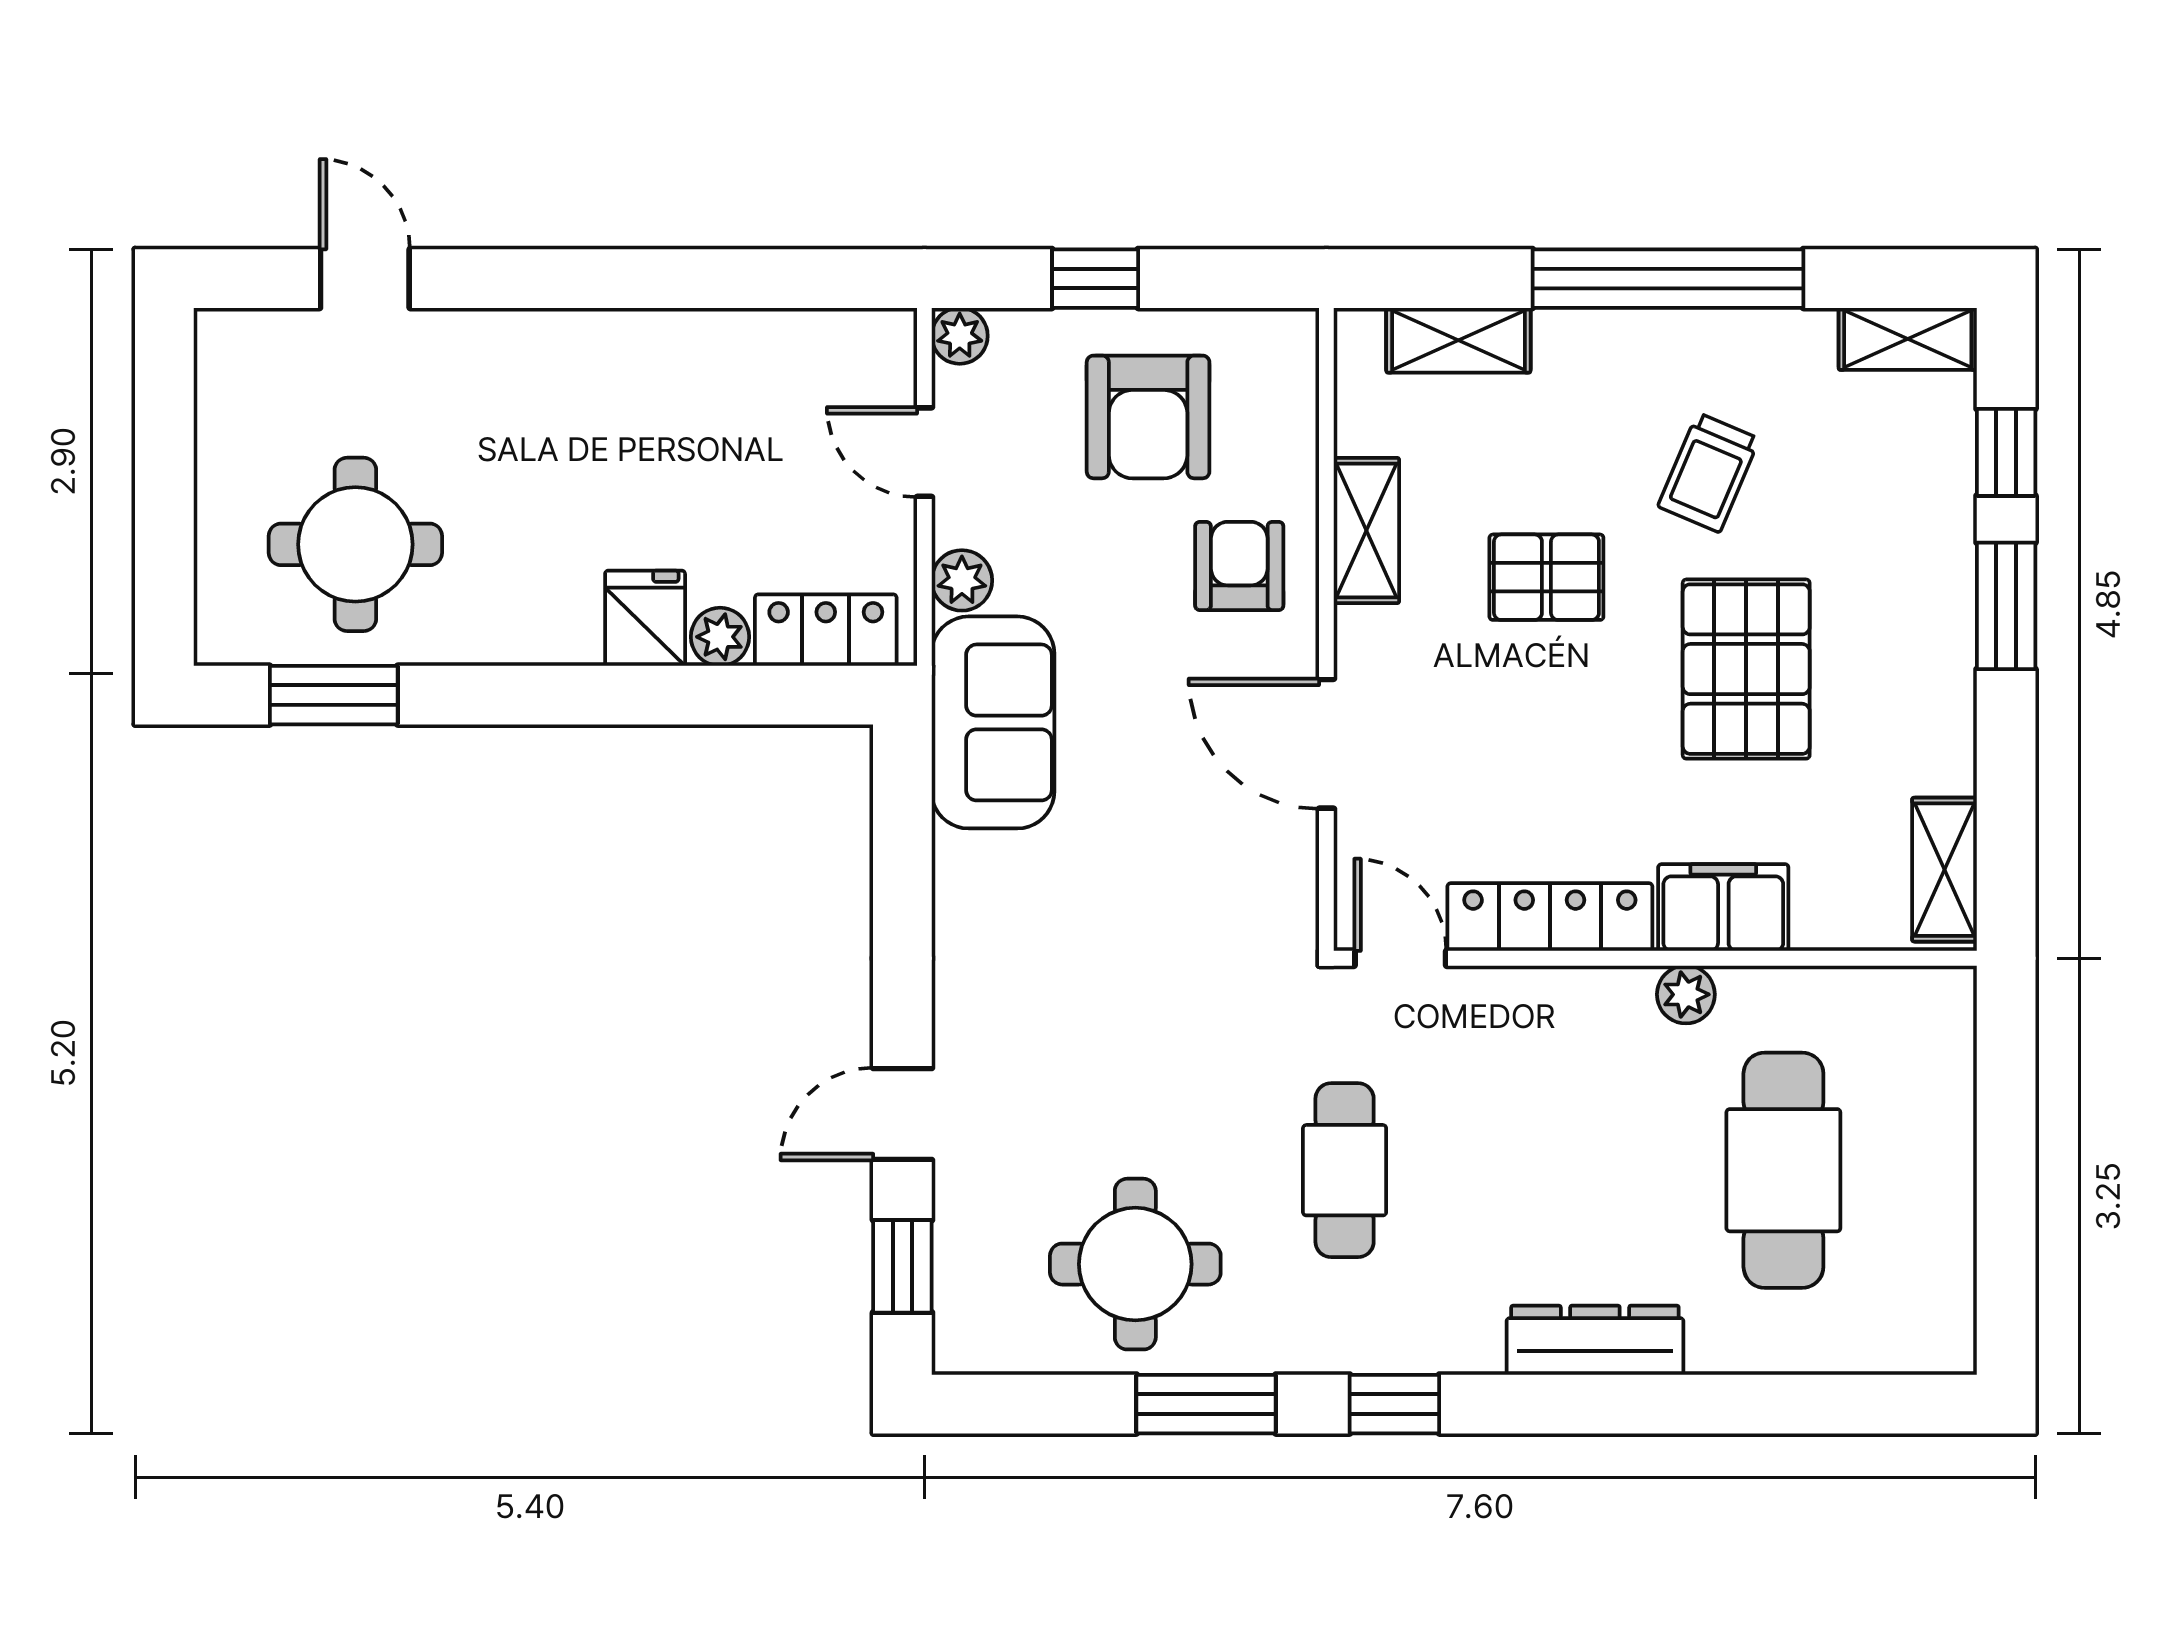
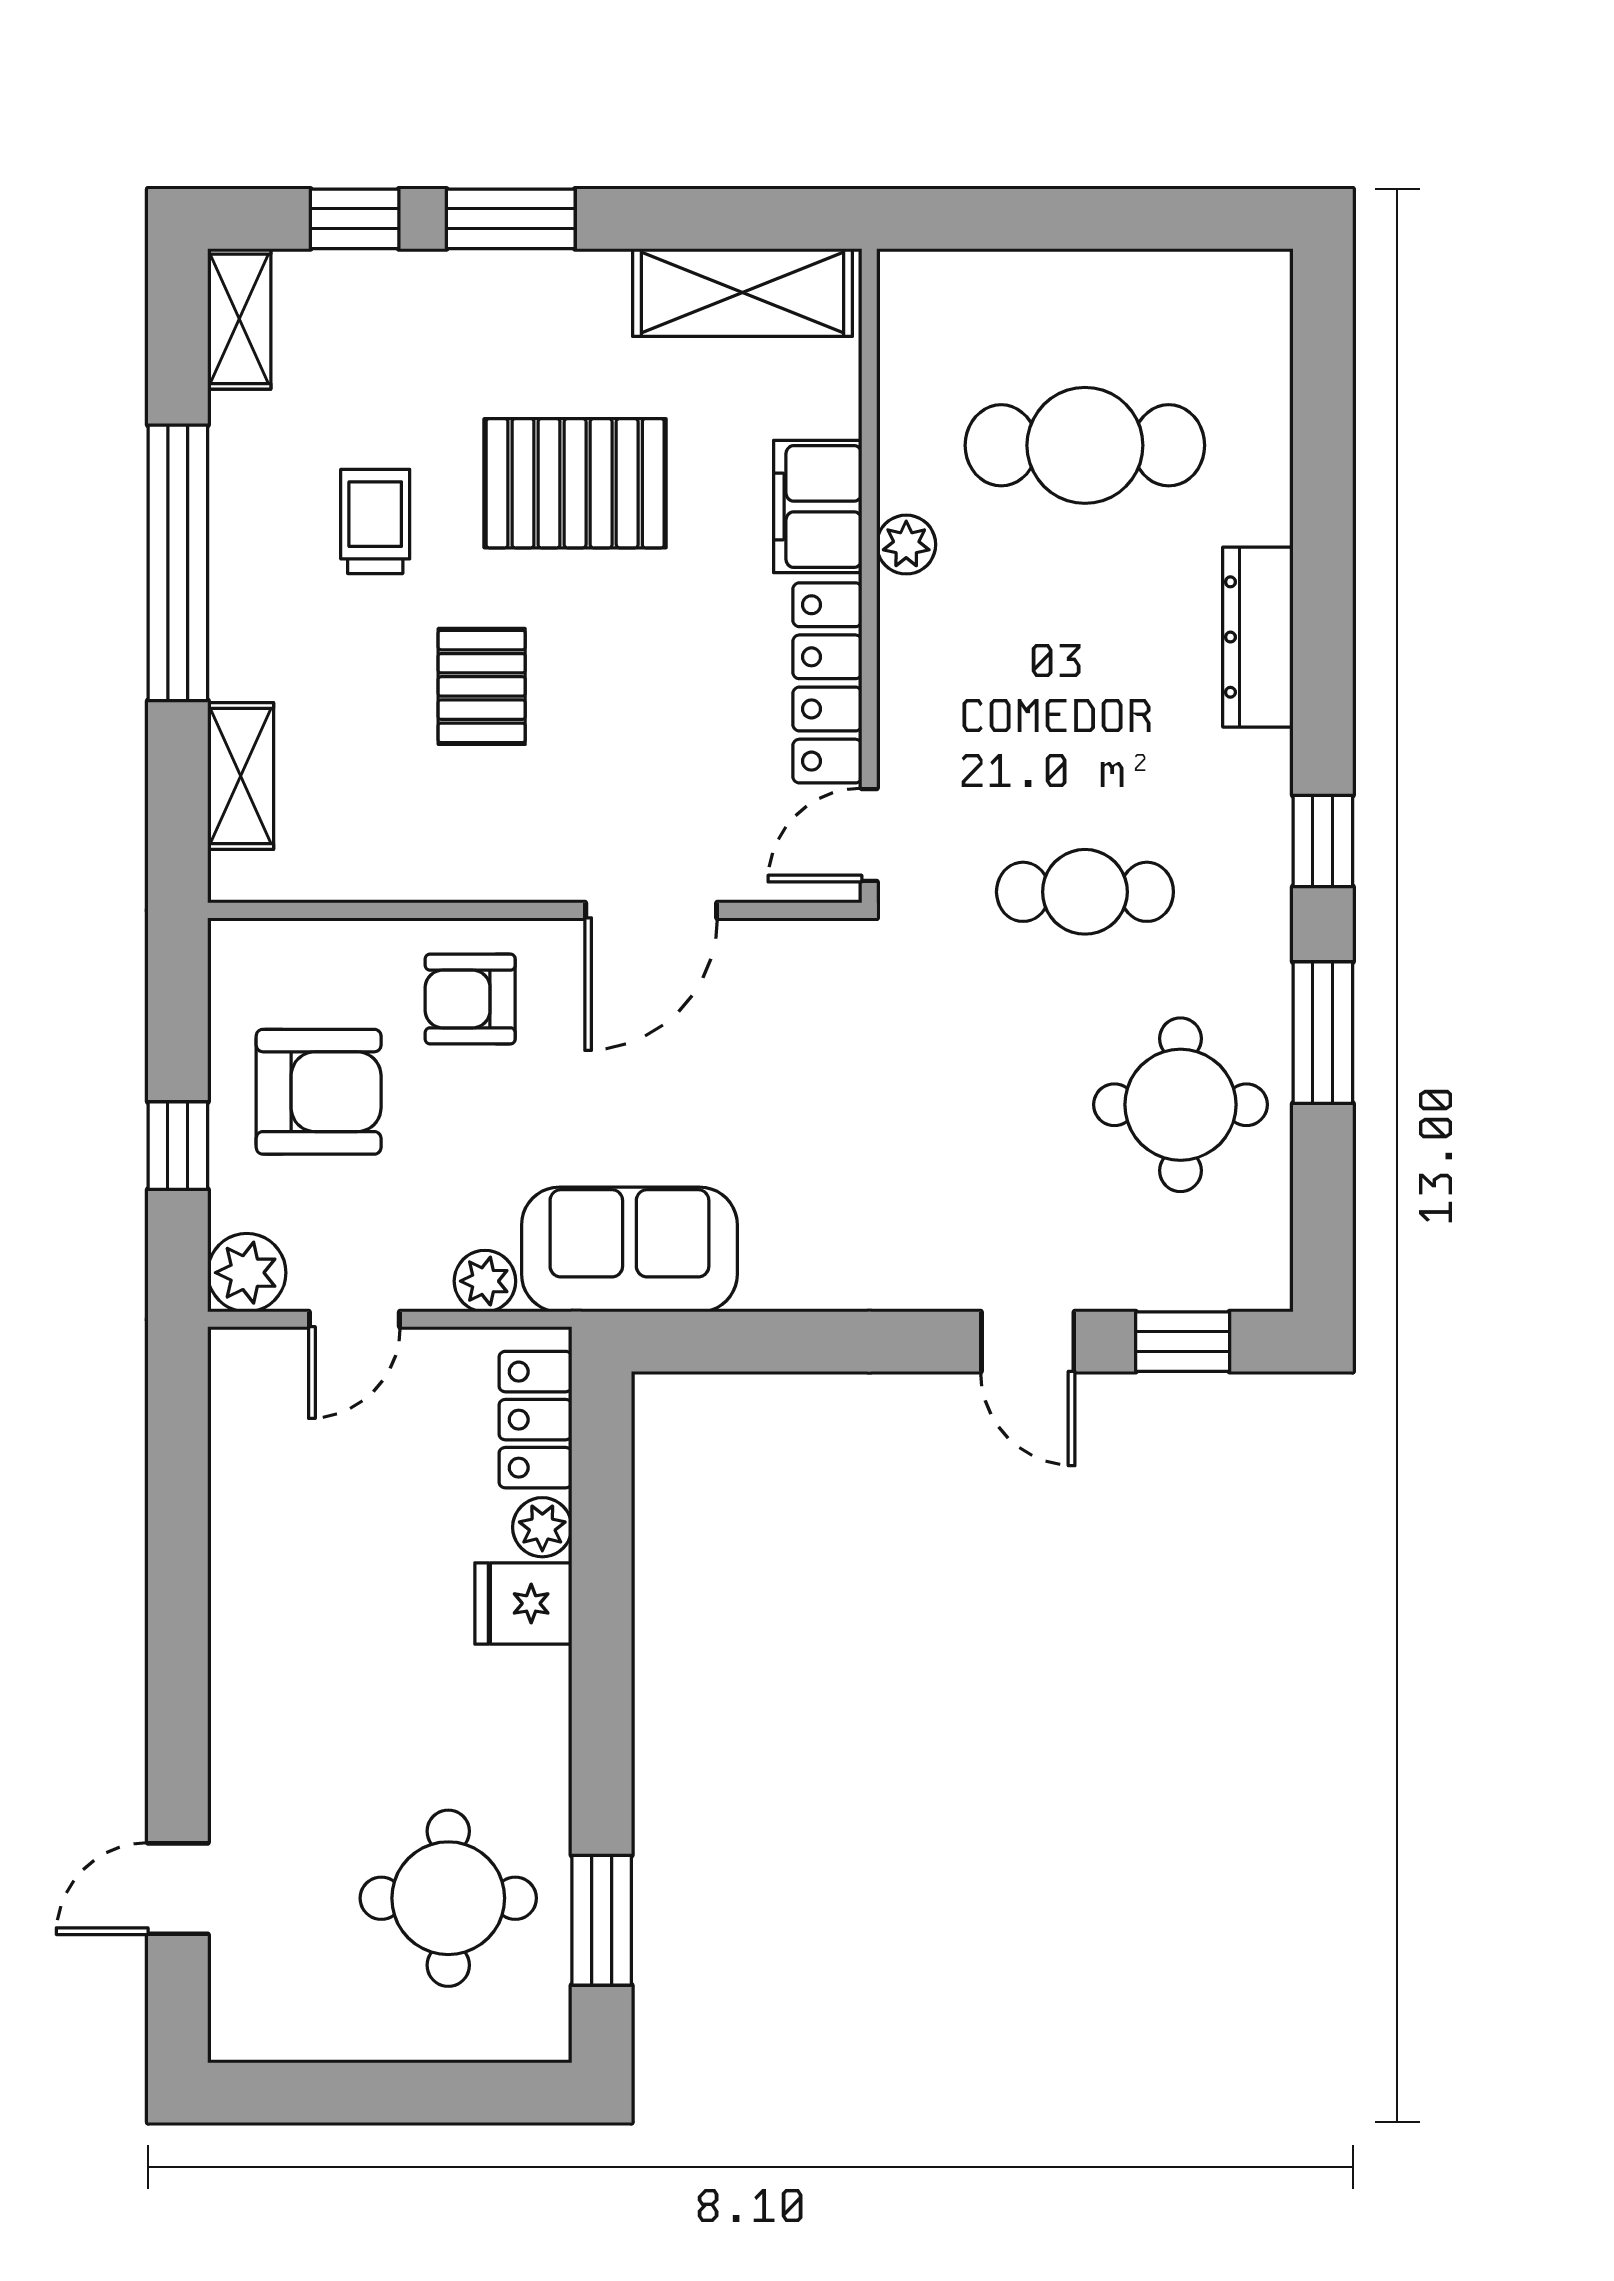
plant: (960, 336) -> (247, 1273), width x1.38, depth x1.38
trolley: (1709, 473) -> (375, 521), turned -113
shelving: (1366, 531) -> (434, 870), removed
shelving: (1944, 870) -> (742, 292), width x1.50, depth x1.33

